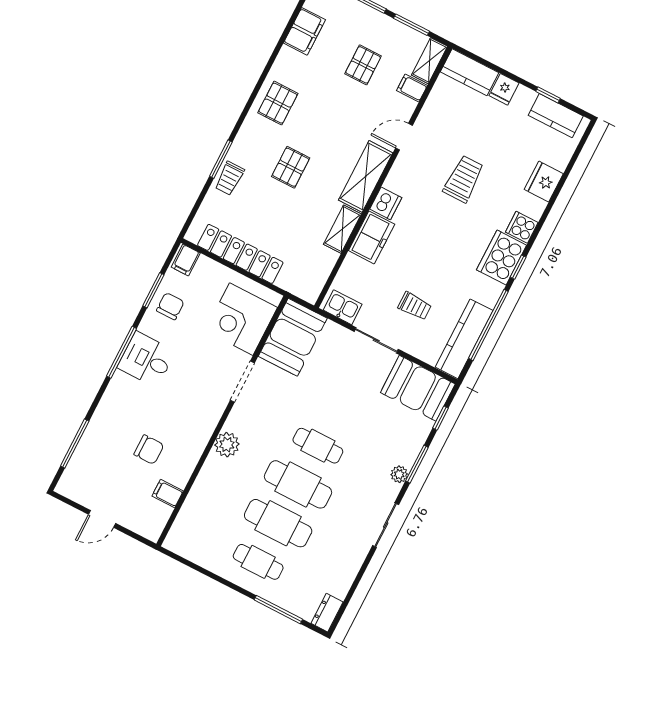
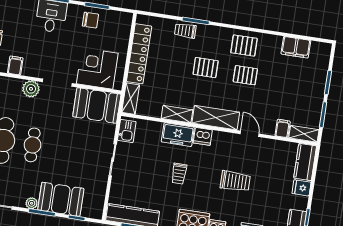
pallet: (363, 65) -> (245, 75), moved
filing cabinet: (186, 260) -> (15, 65), moved, turned 90
shelving: (299, 287) -> (131, 99), added
trolley: (415, 306) -> (179, 174), moved
booth: (418, 388) -> (61, 199), moved, turned 90
plant: (227, 445) -> (31, 89), moved

